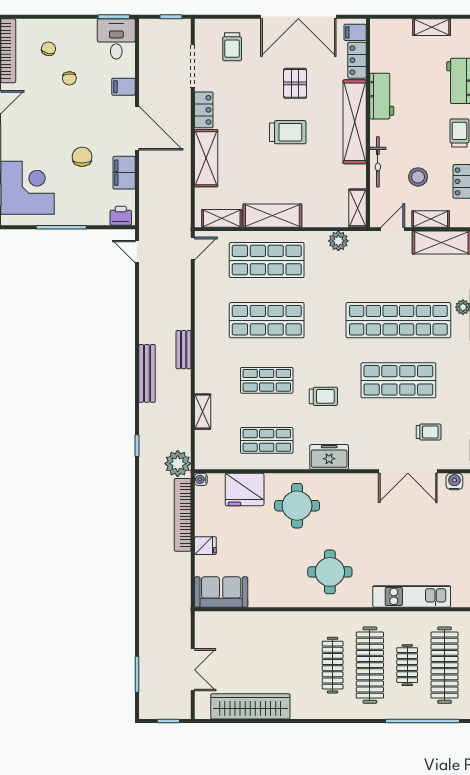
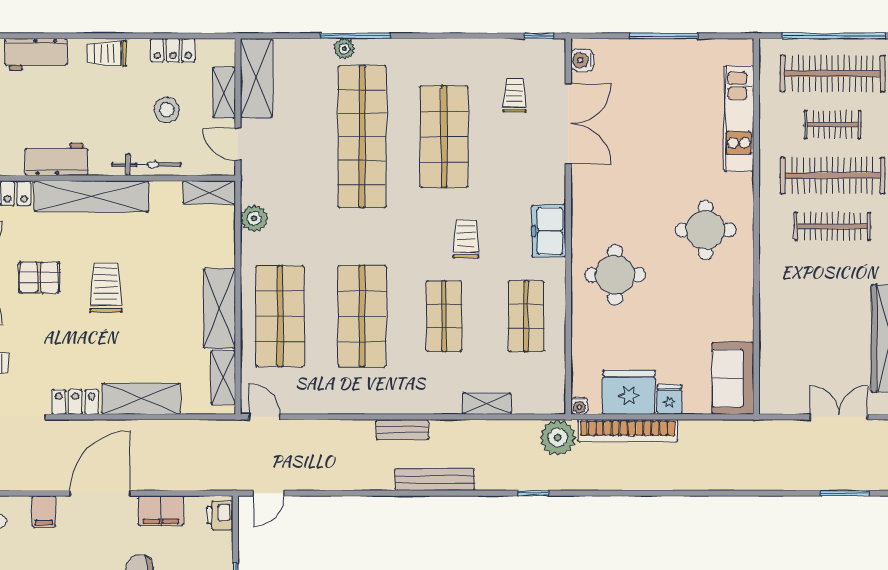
fridge: (245, 490) -> (629, 392), moved, turned -90

